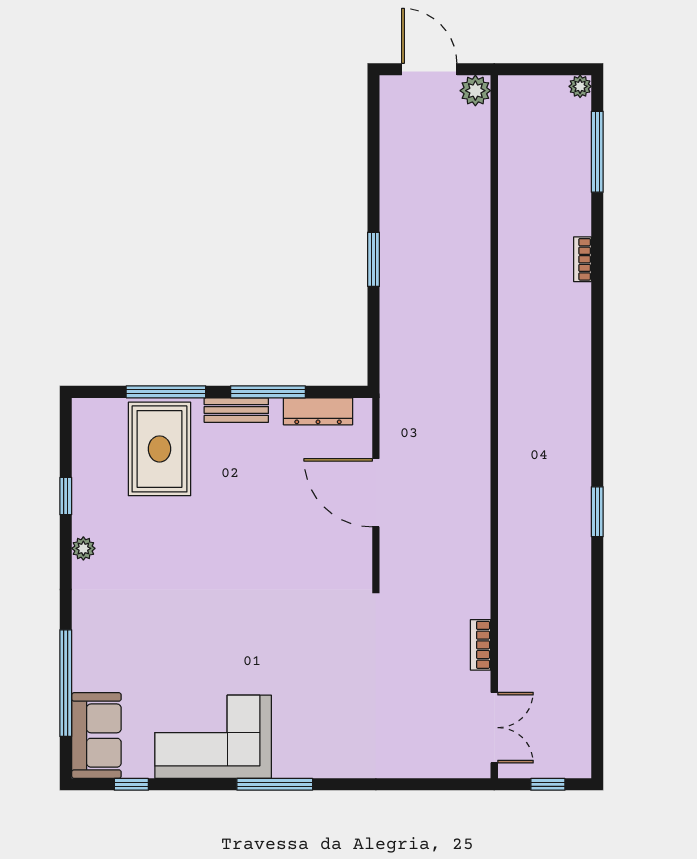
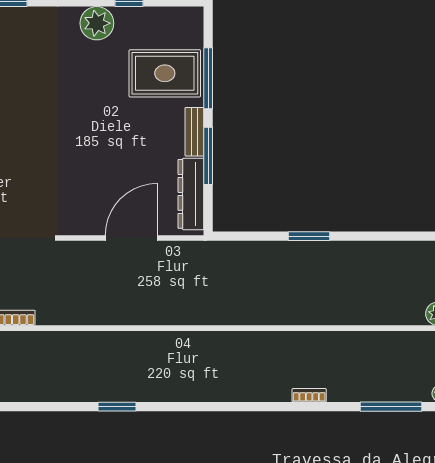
dresser: (318, 411) -> (191, 194), width x1.37, depth x1.24
plant: (83, 548) -> (97, 23), width x1.87, depth x1.87

